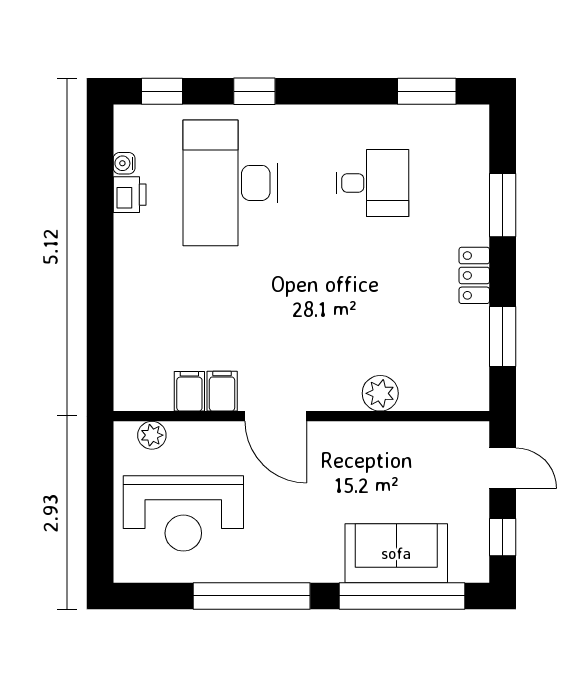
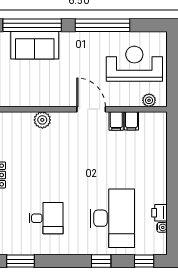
desk: (372, 183) -> (46, 218), turned 180

